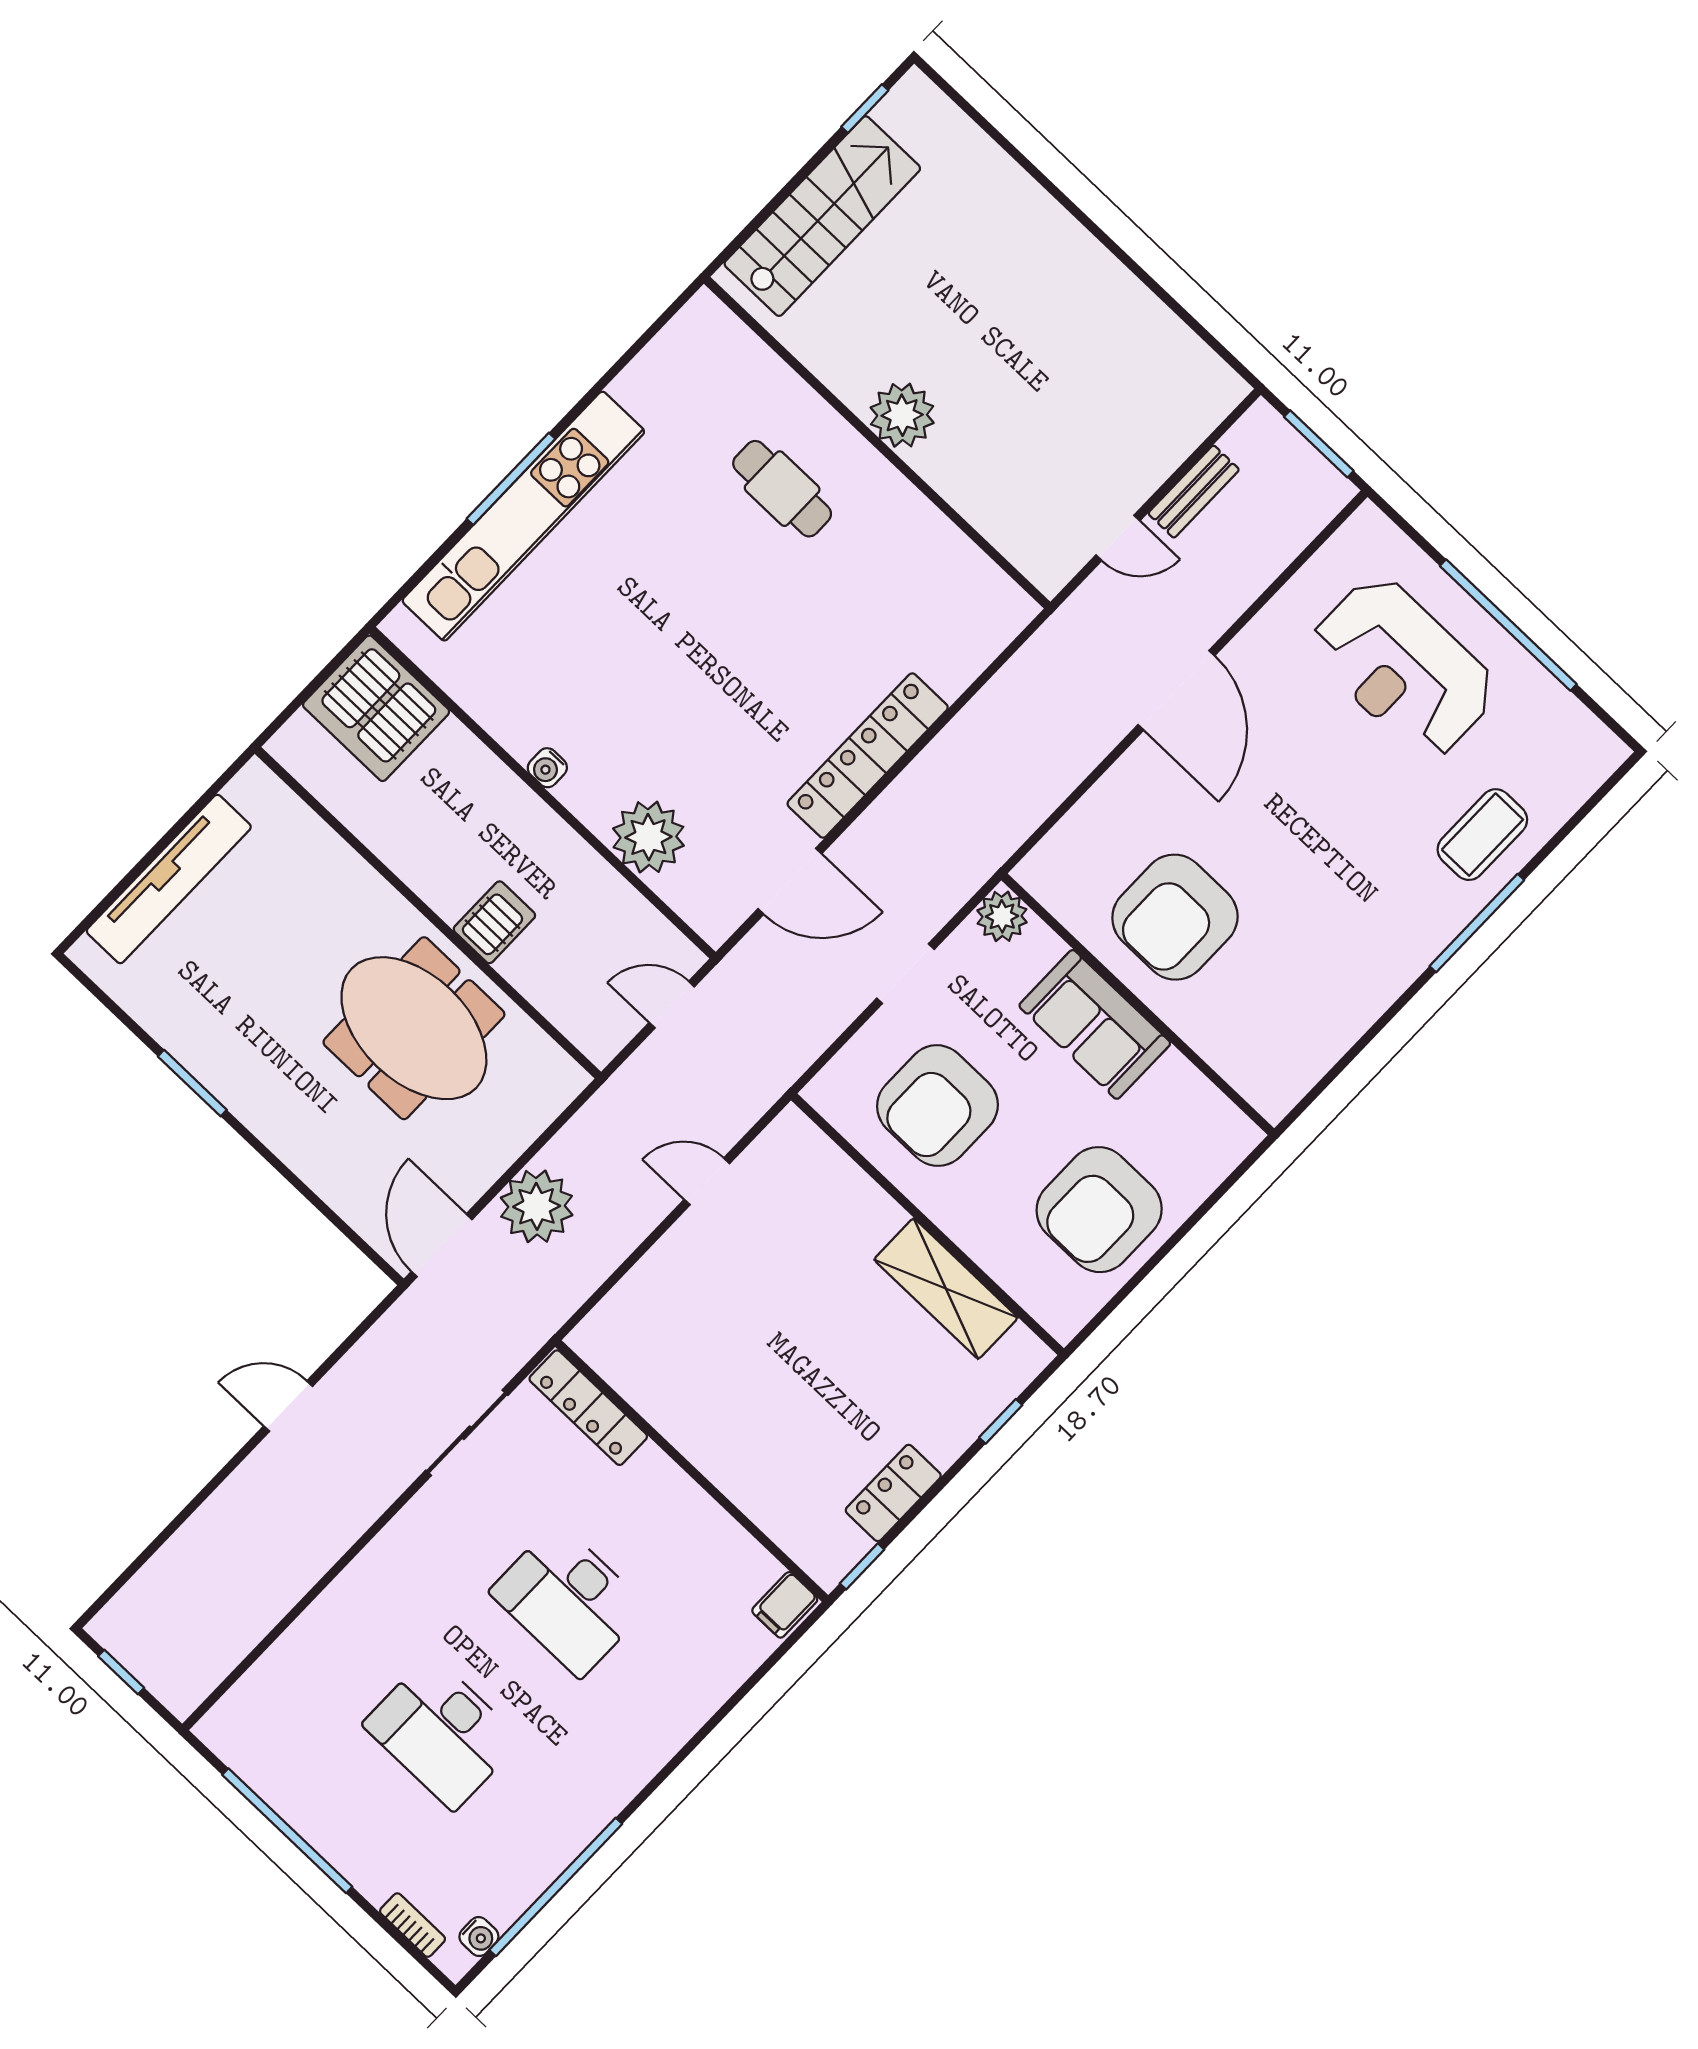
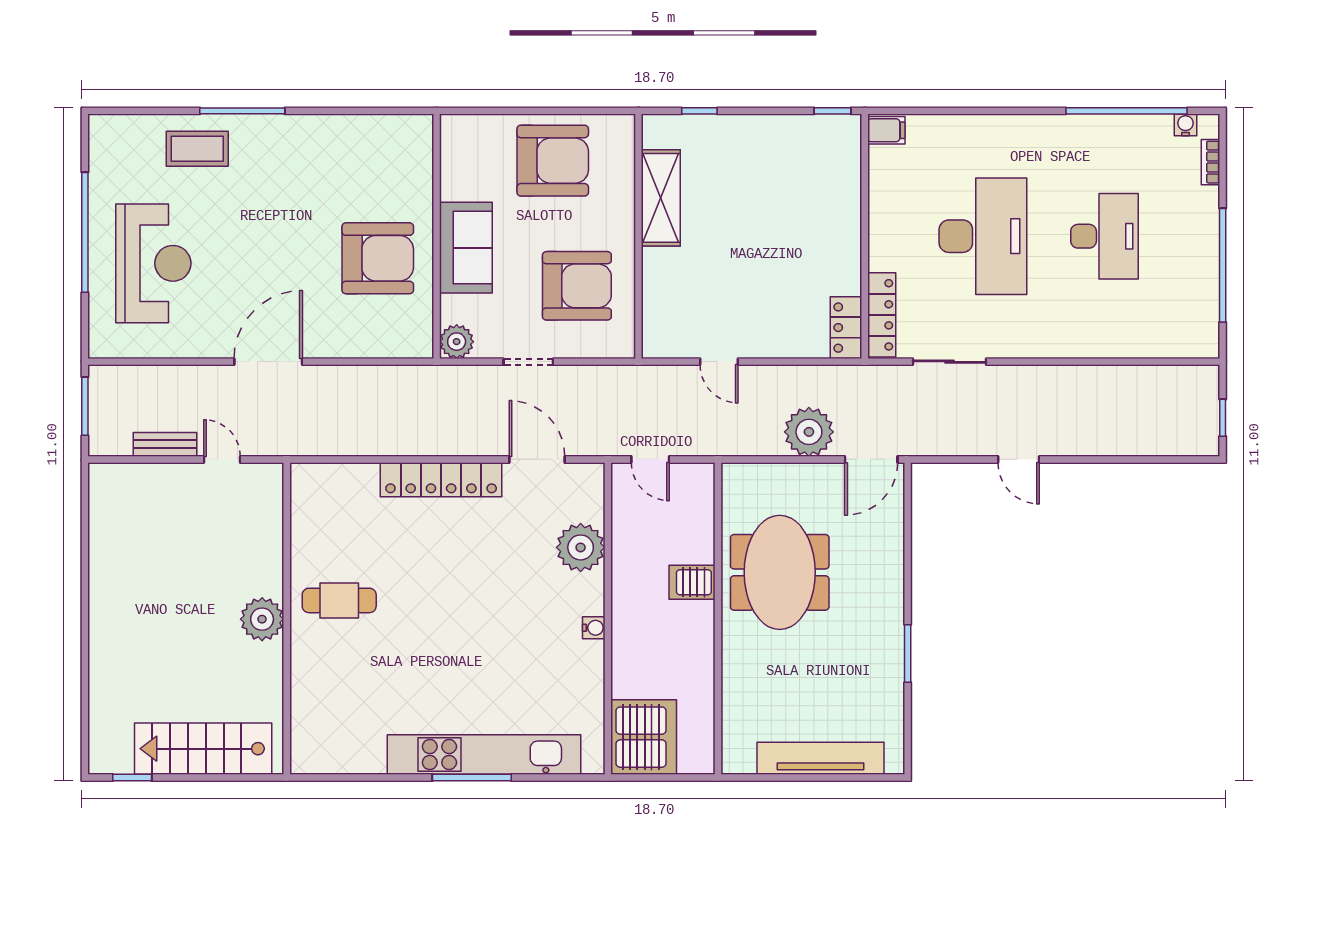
cafe table: (782, 489) -> (339, 600), moved, turned 90
locker: (893, 1493) -> (846, 328), moved, turned 90
desk: (569, 1600) -> (983, 236), width x1.36, depth x1.30

